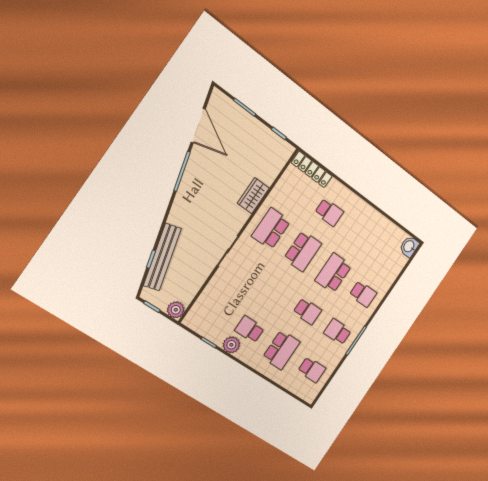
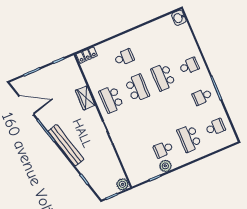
locker: (312, 169) -> (87, 55), width x0.66
bench: (162, 257) -> (66, 145), moved
school desk: (307, 311) -> (176, 108), removed
school desk: (281, 350) -> (189, 138), turned 180

